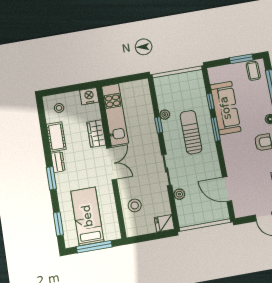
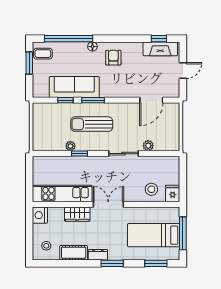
fridge: (164, 223) -> (173, 193), moved, turned 180

